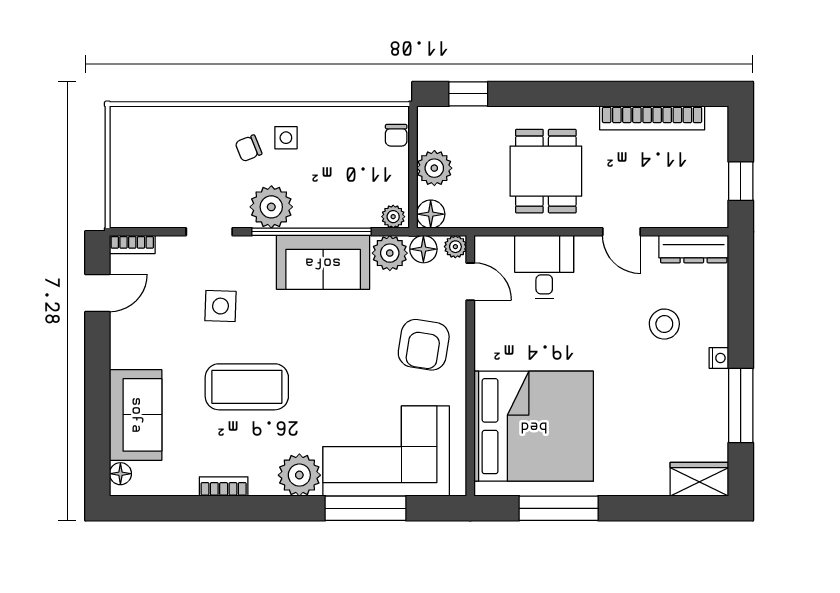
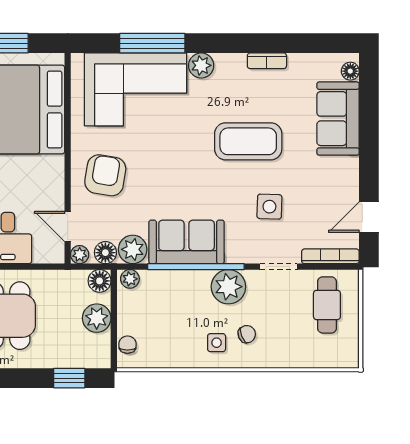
cafe table: (149, 184) -> (327, 305), added
bookcase: (132, 245) -> (330, 256), width x1.56
plant: (299, 475) -> (201, 65), width x0.73, depth x0.73

